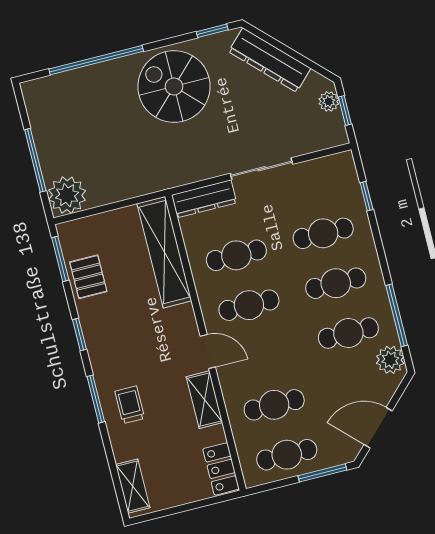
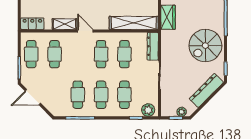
spiral stairs: (174, 86) -> (205, 46), turned 180
wardrobe: (134, 182) -> (168, 17), added
door: (208, 352) -> (85, 31), swing flipped
plant: (390, 360) -> (148, 110), moved
door: (378, 428) -> (33, 97), swing flipped

